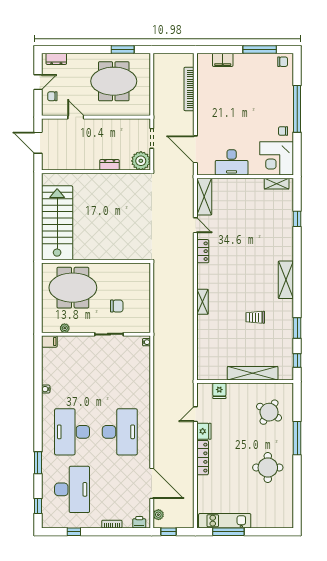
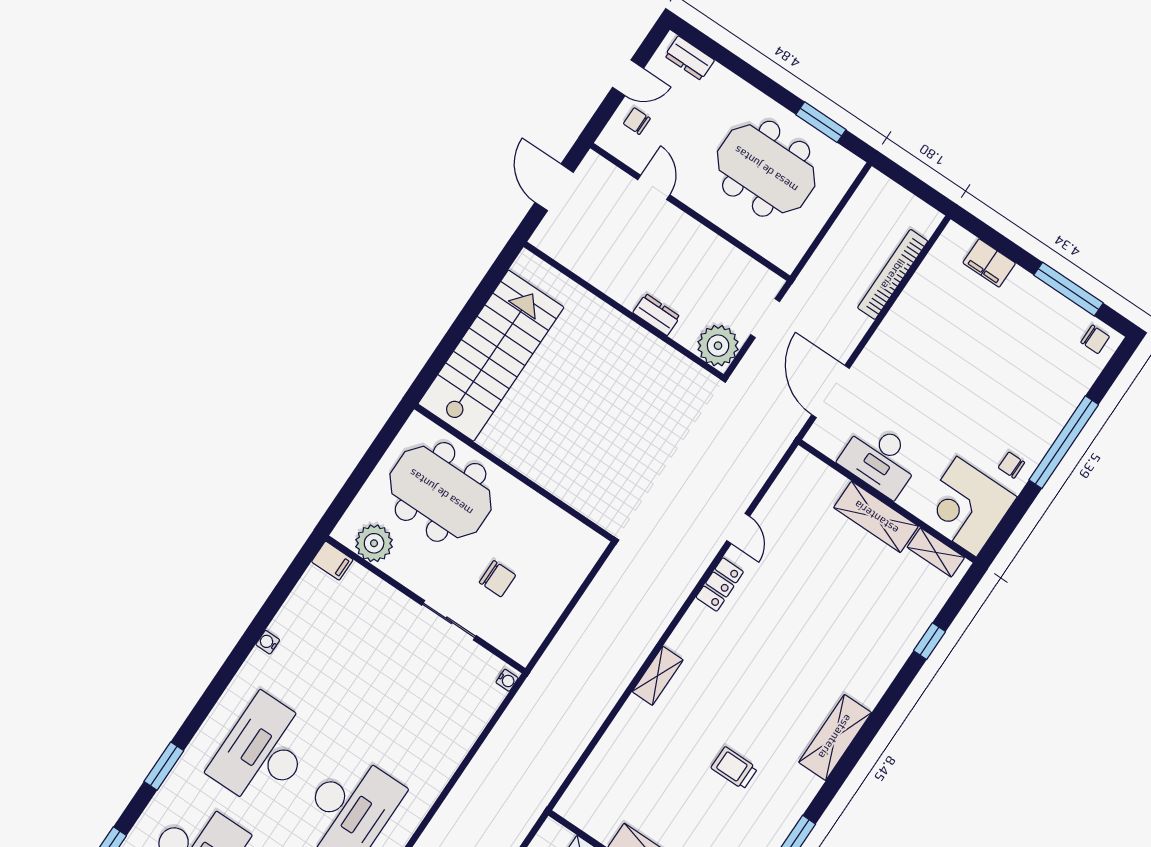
shelving: (204, 197) -> (876, 517), moved, turned 90
plant: (65, 328) -> (374, 543), width x1.88, depth x1.88

